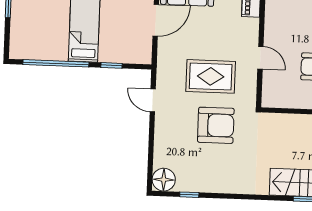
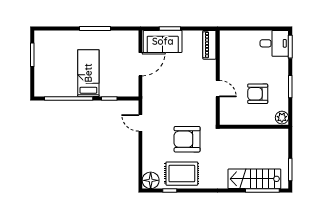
rug: (211, 76) -> (182, 174), moved
armchair: (216, 125) -> (187, 139), turned 180

